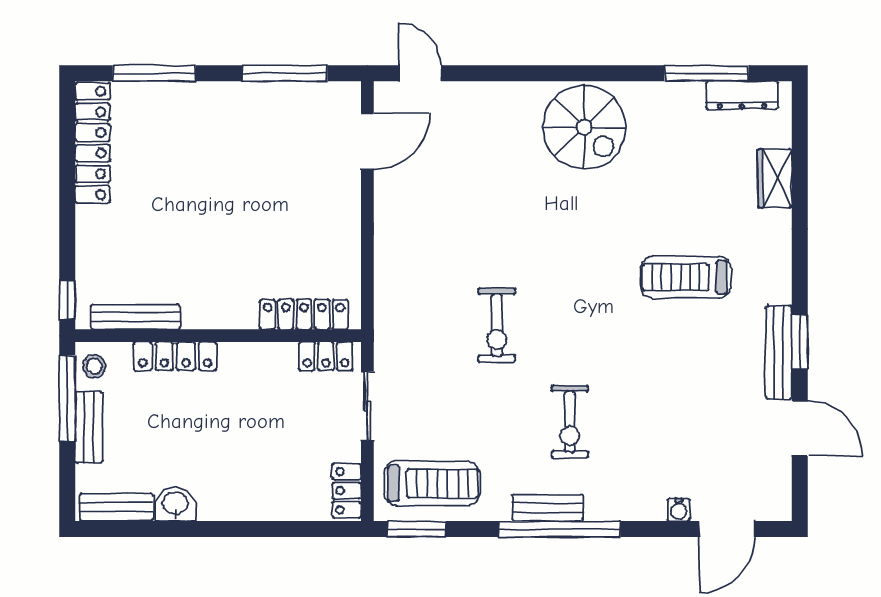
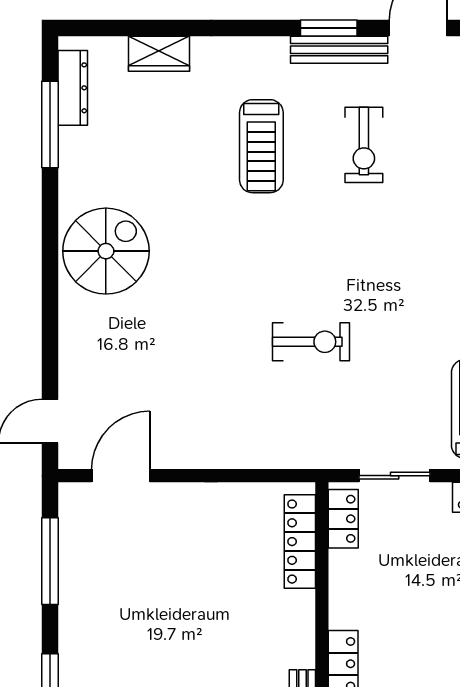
door: (367, 142) -> (121, 476), hinge flipped
exercise bike: (570, 422) -> (364, 145), moved, turned 90

